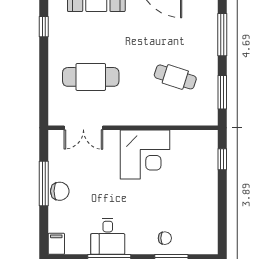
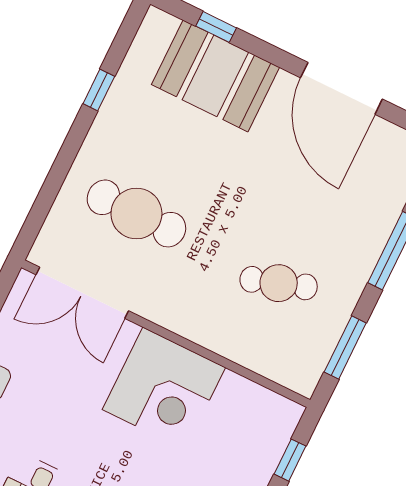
cafe table: (175, 77) -> (279, 283), turned -36
double door: (83, 128) -> (82, 293), width x1.37

